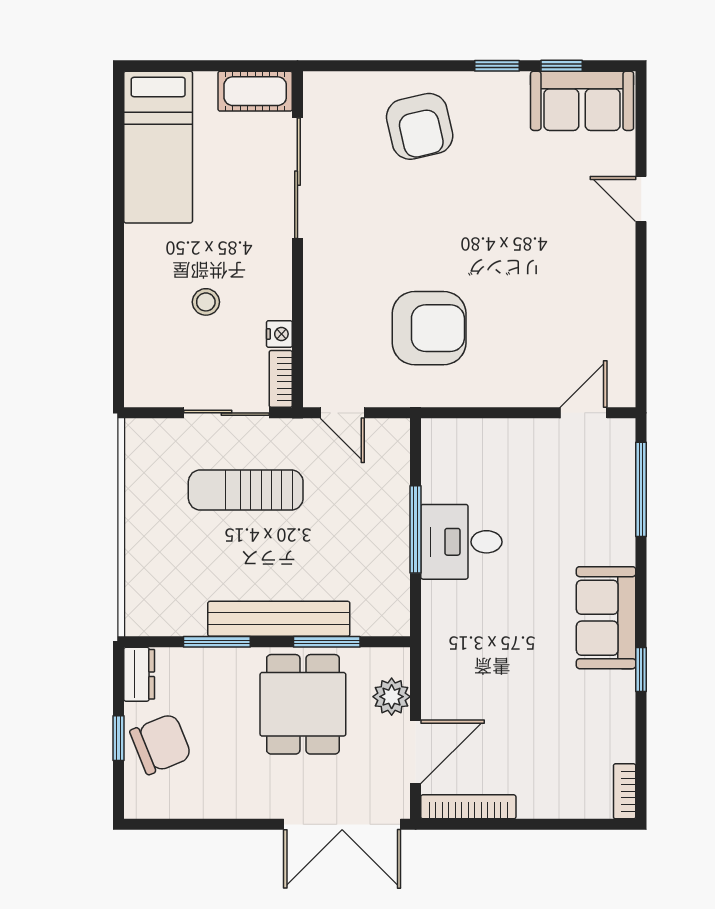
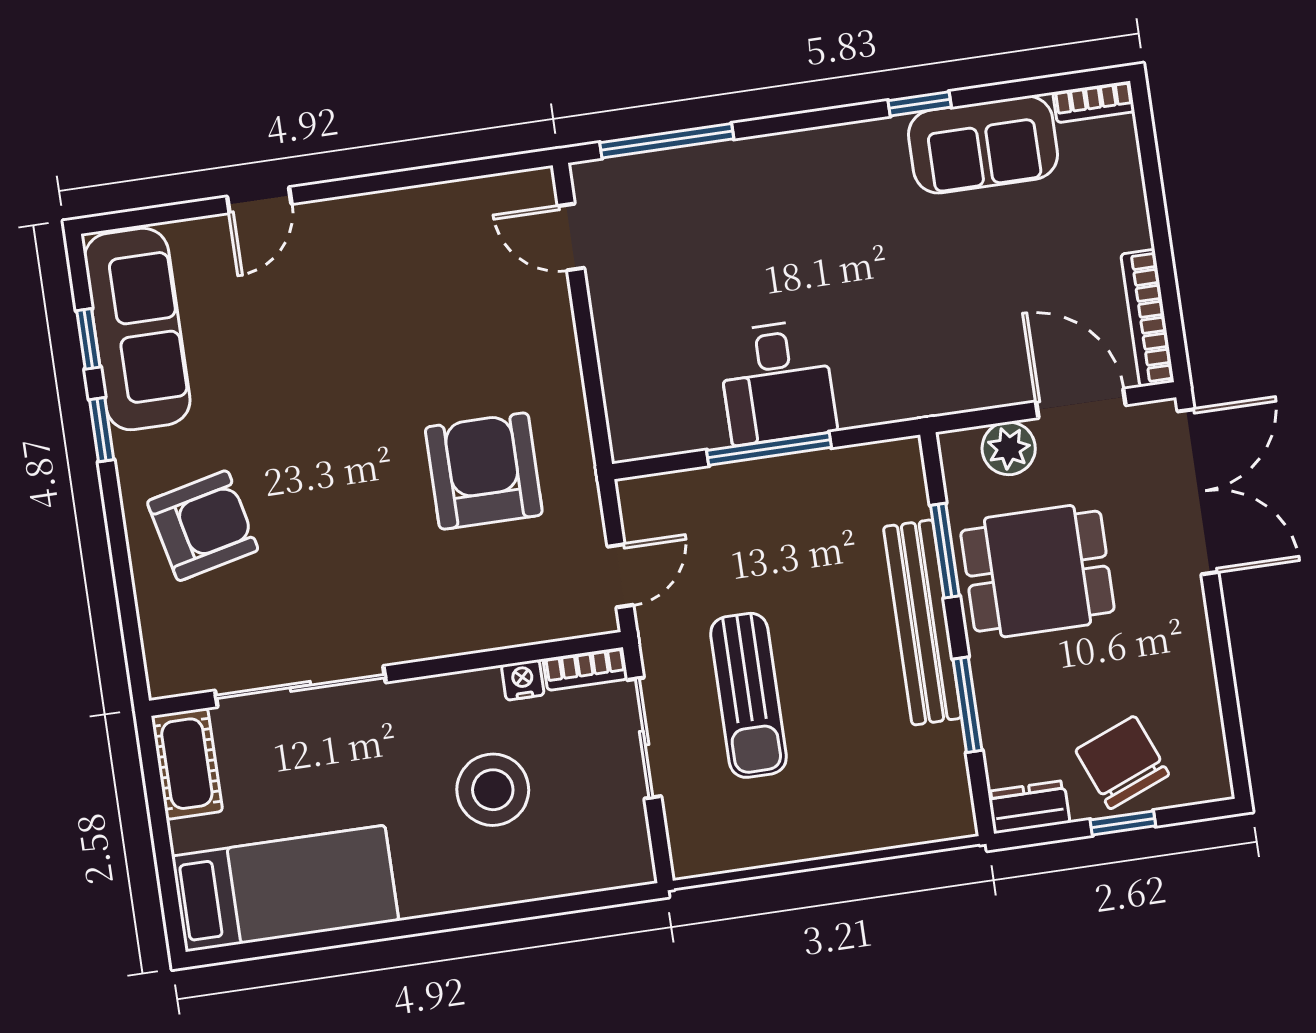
sofa: (582, 101) -> (137, 329), width x1.36
stool: (206, 302) -> (493, 790), width x1.89, depth x1.89
sofa: (606, 618) -> (983, 145), moved

